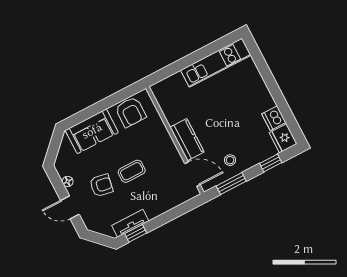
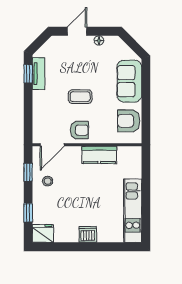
dishwasher: (274, 118) -> (88, 234), moved
kitchen counter: (187, 140) -> (99, 155), moved
coffee table: (132, 171) -> (80, 97), turned 90
window: (231, 184) -> (28, 172), width x0.67
armchair: (101, 185) -> (79, 130), moved, turned -100

